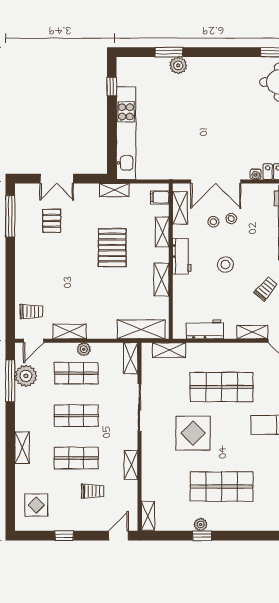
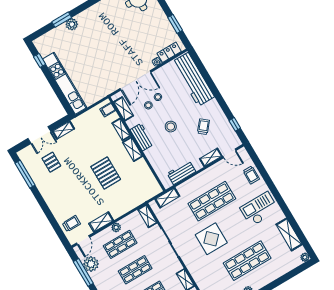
shelving: (114, 190) -> (63, 130), moved
pallet: (112, 248) -> (106, 173), moved
shelving: (162, 280) -> (133, 149), moved
shelving: (141, 329) -> (143, 195), removed

